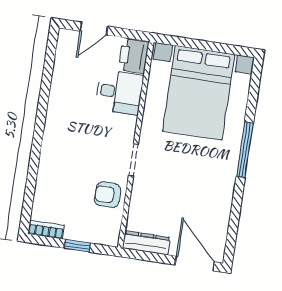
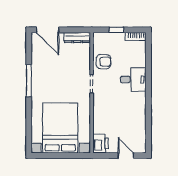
door: (94, 29) -> (126, 156), hinge flipped
desk: (119, 92) -> (133, 79), moved, turned 180
window: (245, 150) -> (29, 81), moved

